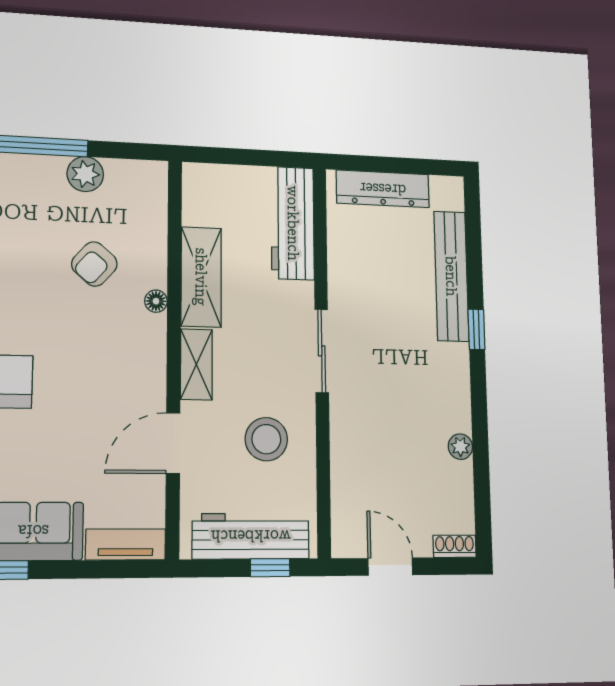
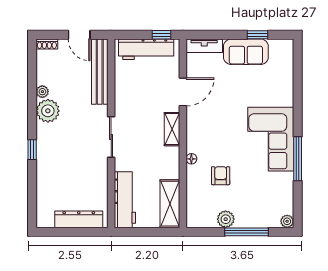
armchair: (94, 264) -> (221, 176), turned -41
bench: (451, 276) -> (100, 72), moved
shelving: (201, 277) -> (170, 204), moved
plant: (449, 407) -> (48, 111), added
stool: (266, 439) -> (139, 94), removed
window: (270, 568) -> (161, 35), moved

